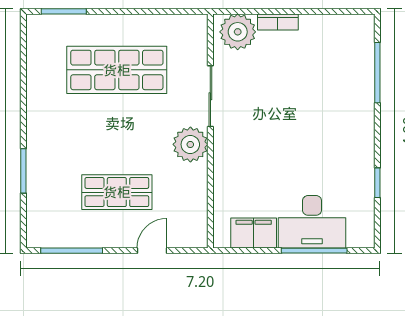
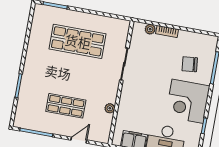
plant: (238, 32) -> (150, 29), width x0.53, depth x0.53
chair: (330, 74) -> (190, 64), added
corner desk: (339, 143) -> (188, 101), added
plant: (190, 144) -> (110, 108), moved, width x0.53, depth x0.53

